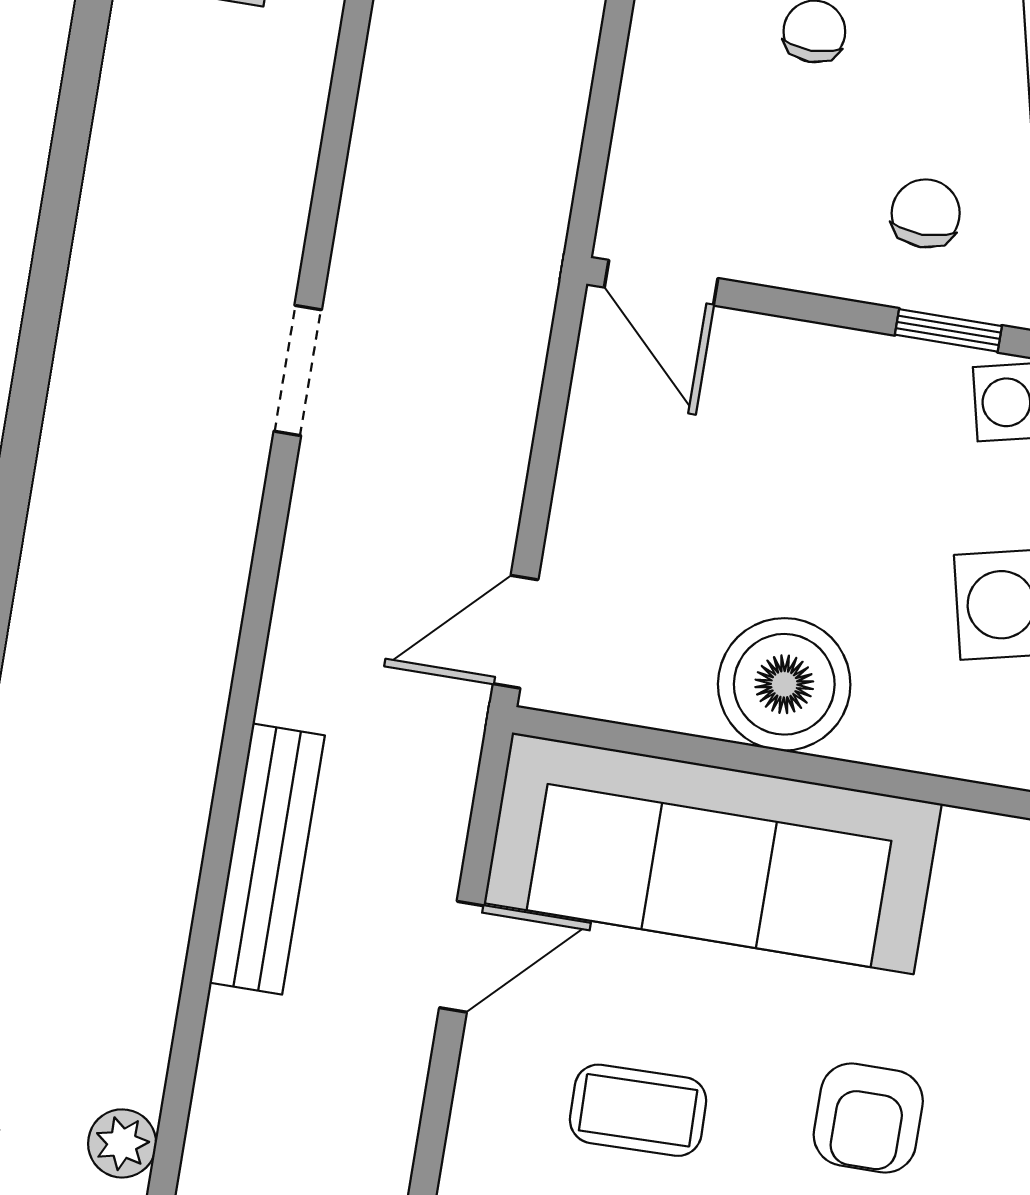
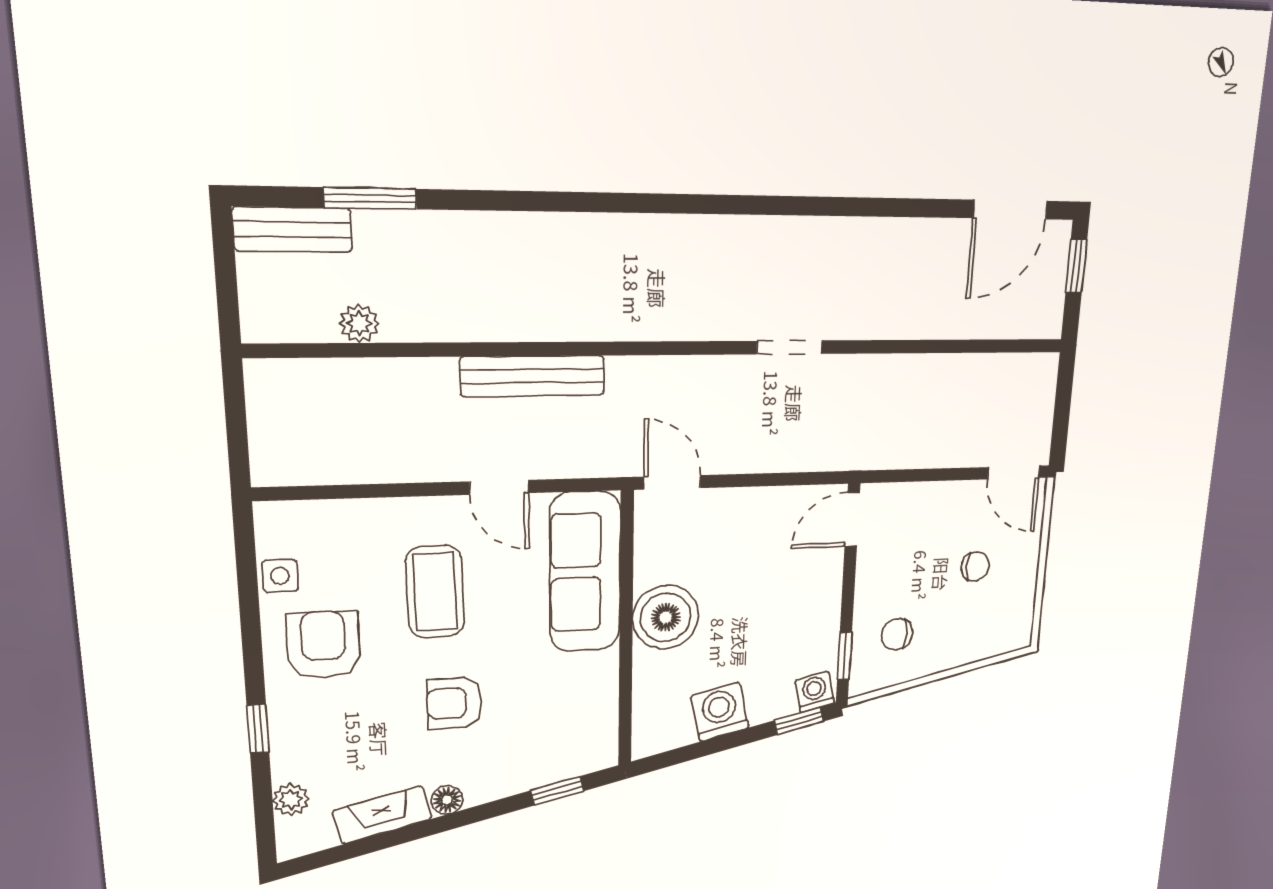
chair: (926, 213) -> (897, 634), turned 180
sofa: (713, 853) -> (585, 572), width x0.74, depth x0.79
coffee table: (638, 1110) -> (435, 592), width x1.36, depth x1.30

